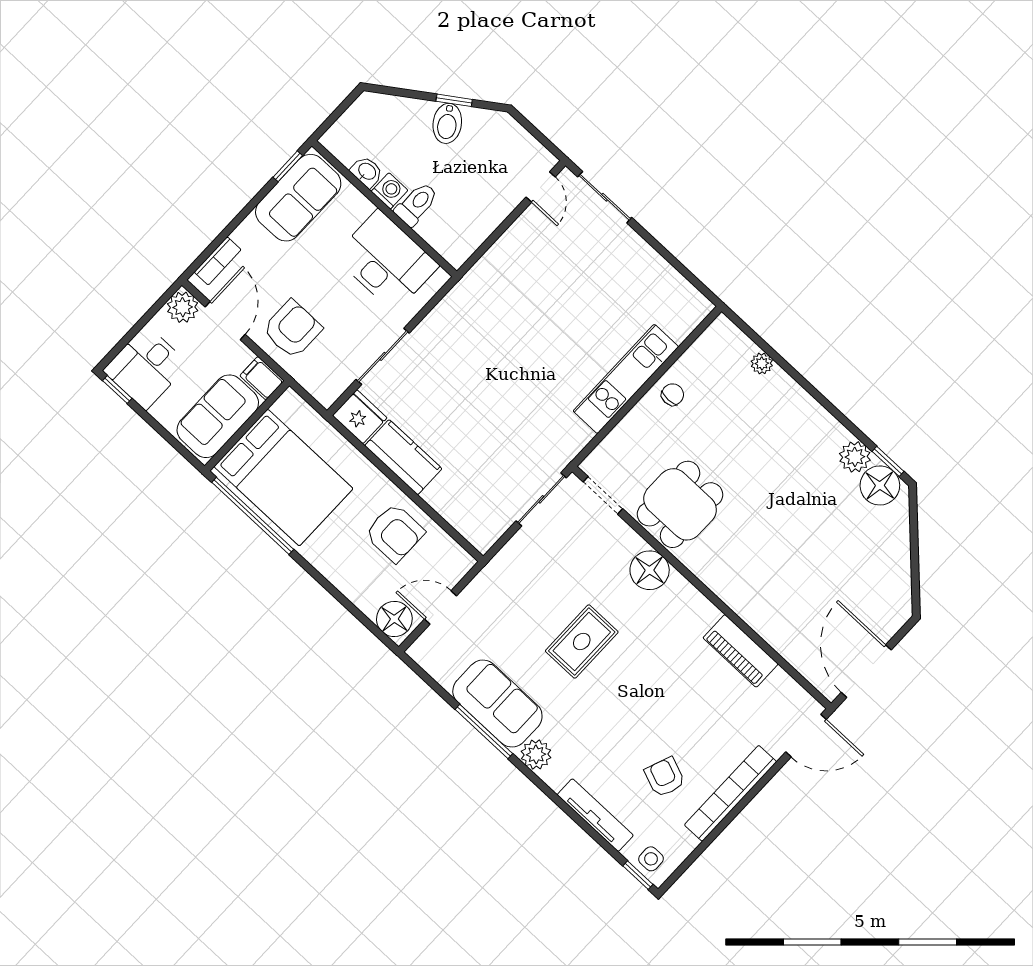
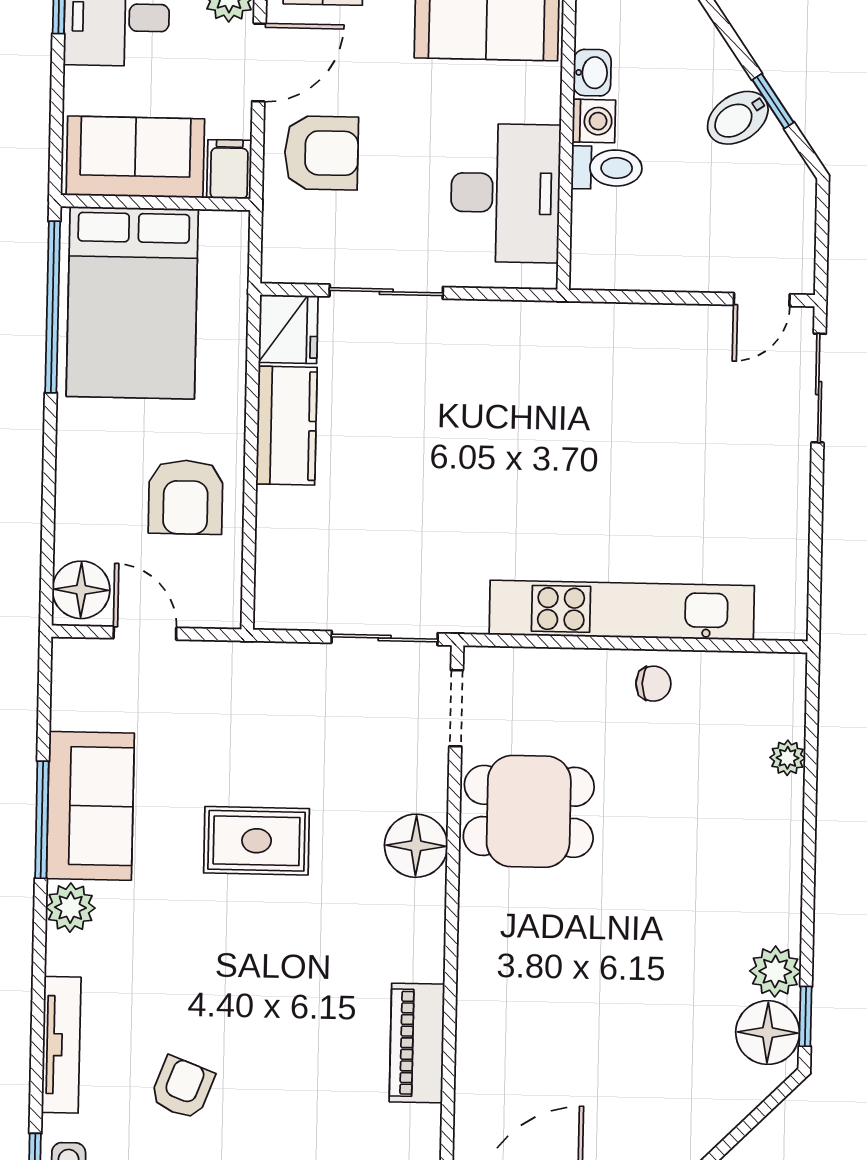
kitchen unit: (626, 379) -> (622, 610), width x1.36

